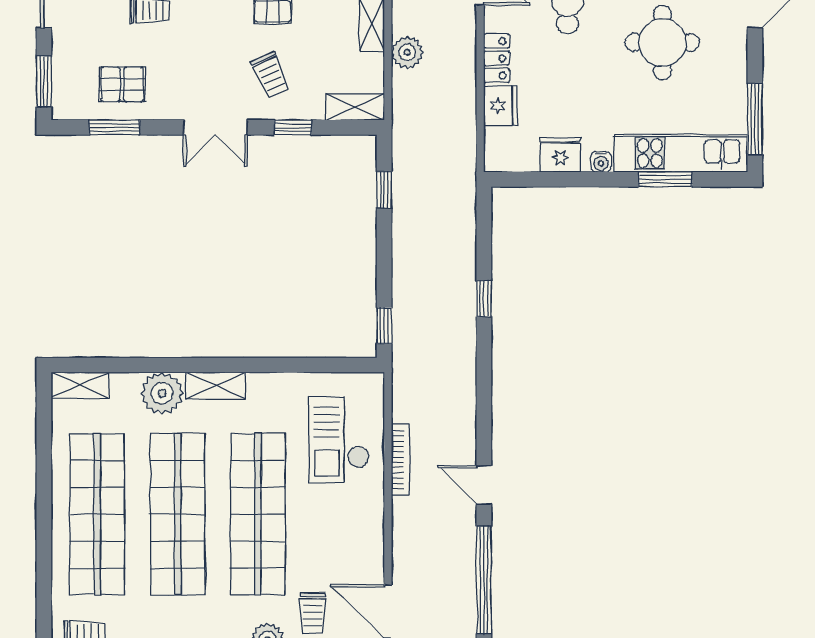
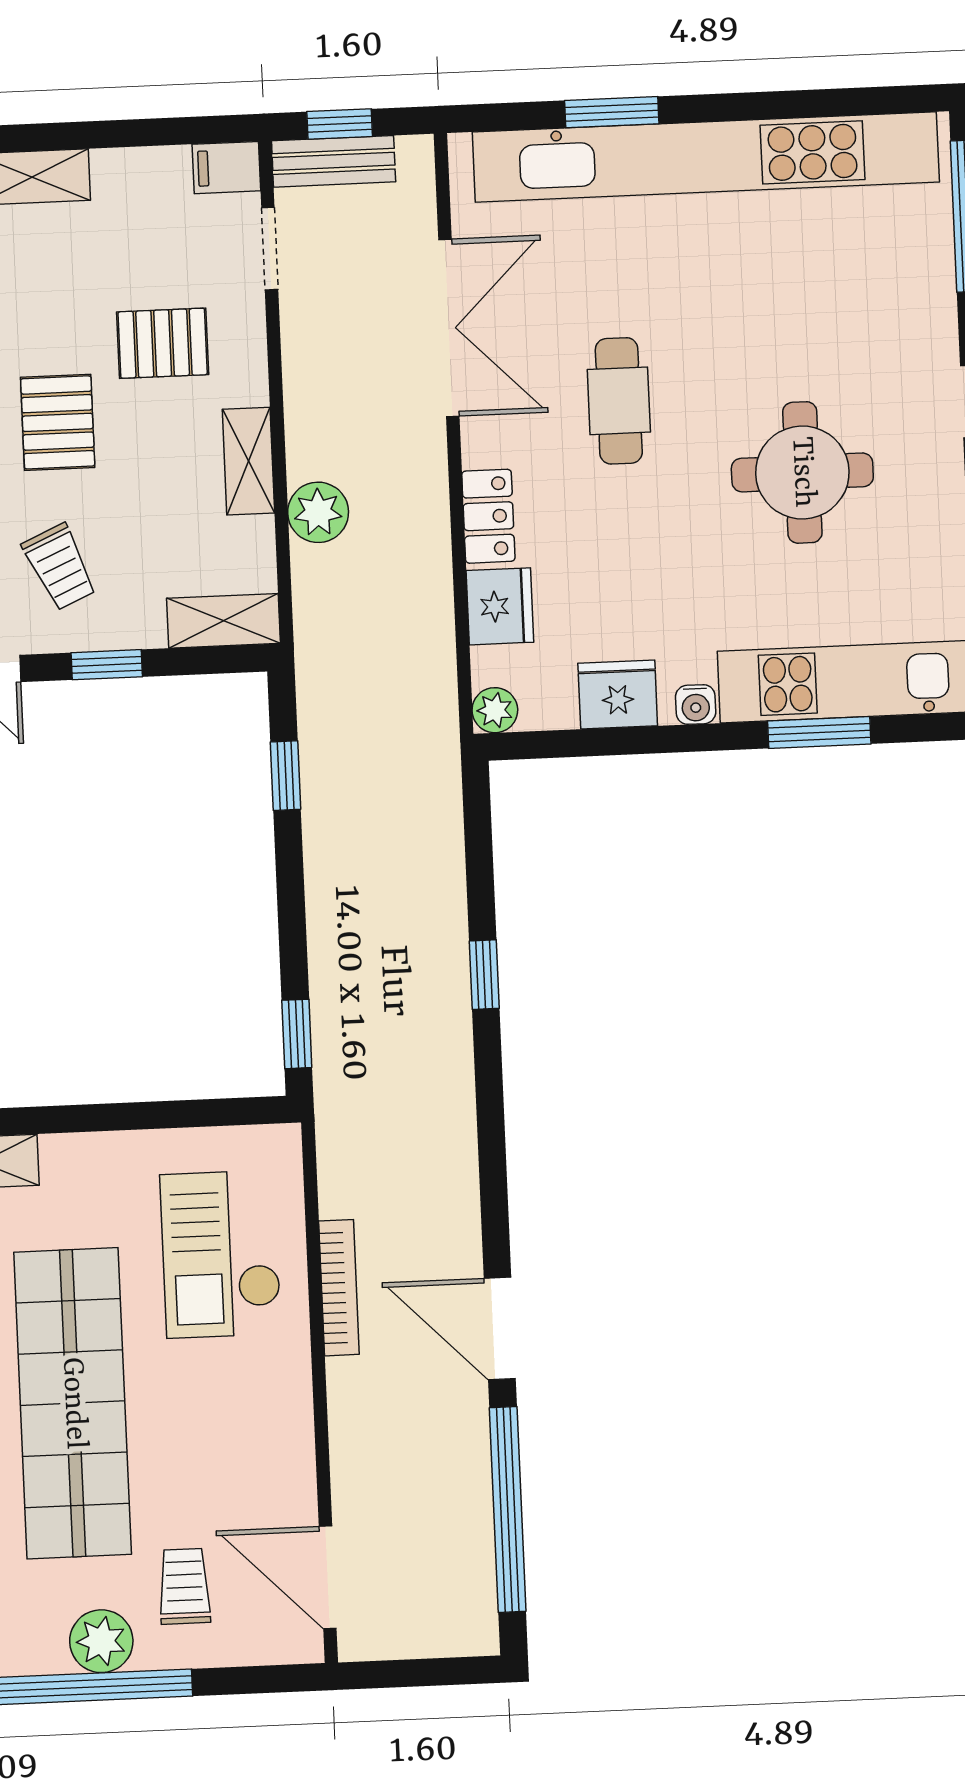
plant: (495, 160) -> (495, 710), added
door: (484, 485) -> (500, 1328), width x1.38
trolley: (312, 613) -> (184, 1586), turned 180

